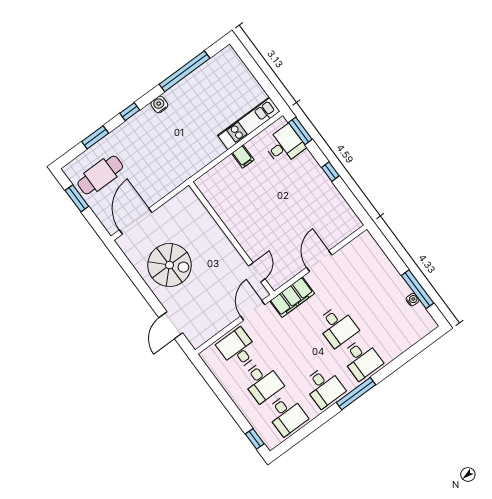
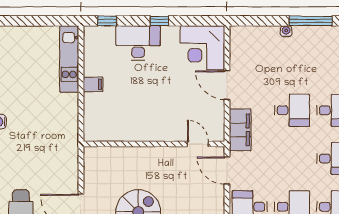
window: (300, 131) -> (107, 21), width x0.67
desk: (284, 145) -> (138, 43), moved, width x1.37
corner desk: (334, 221) -> (202, 48), added
water cooler: (413, 300) -> (286, 31), moved

